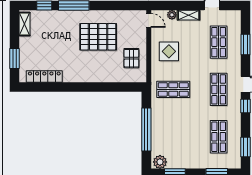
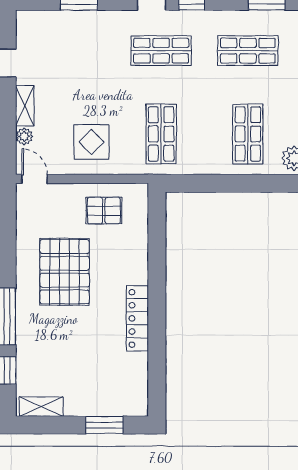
door: (149, 20) -> (35, 179), hinge flipped
shop shelf: (219, 42) -> (248, 134), moved, turned 90
locker: (44, 76) -> (137, 318), moved
window: (146, 129) -> (235, 183), removed

